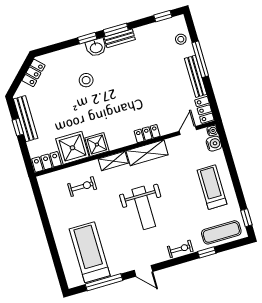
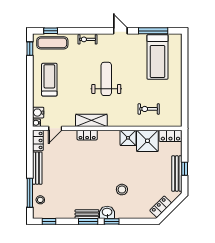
window: (200, 59) -> (30, 193), moved
shelving: (113, 161) -> (119, 122), removed
treadmill: (212, 187) -> (49, 80), turned 180
window: (207, 252) -> (51, 31), moved

